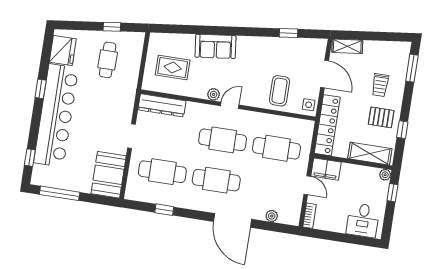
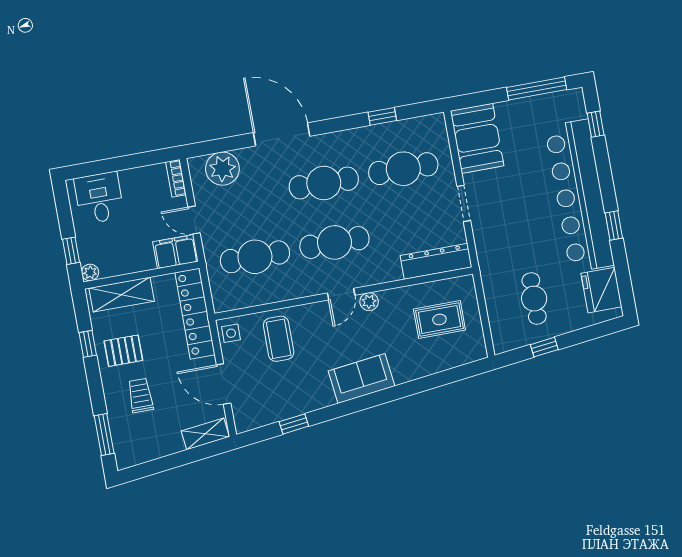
sofa: (215, 46) -> (362, 378), moved
plant: (272, 216) -> (222, 169), width x1.87, depth x1.87

